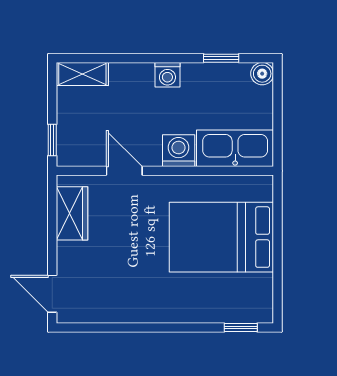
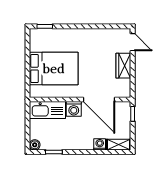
washing machine: (167, 75) -> (100, 144), moved
door: (124, 171) -> (99, 99), width x1.88
wardrobe: (72, 213) -> (123, 66), moved

